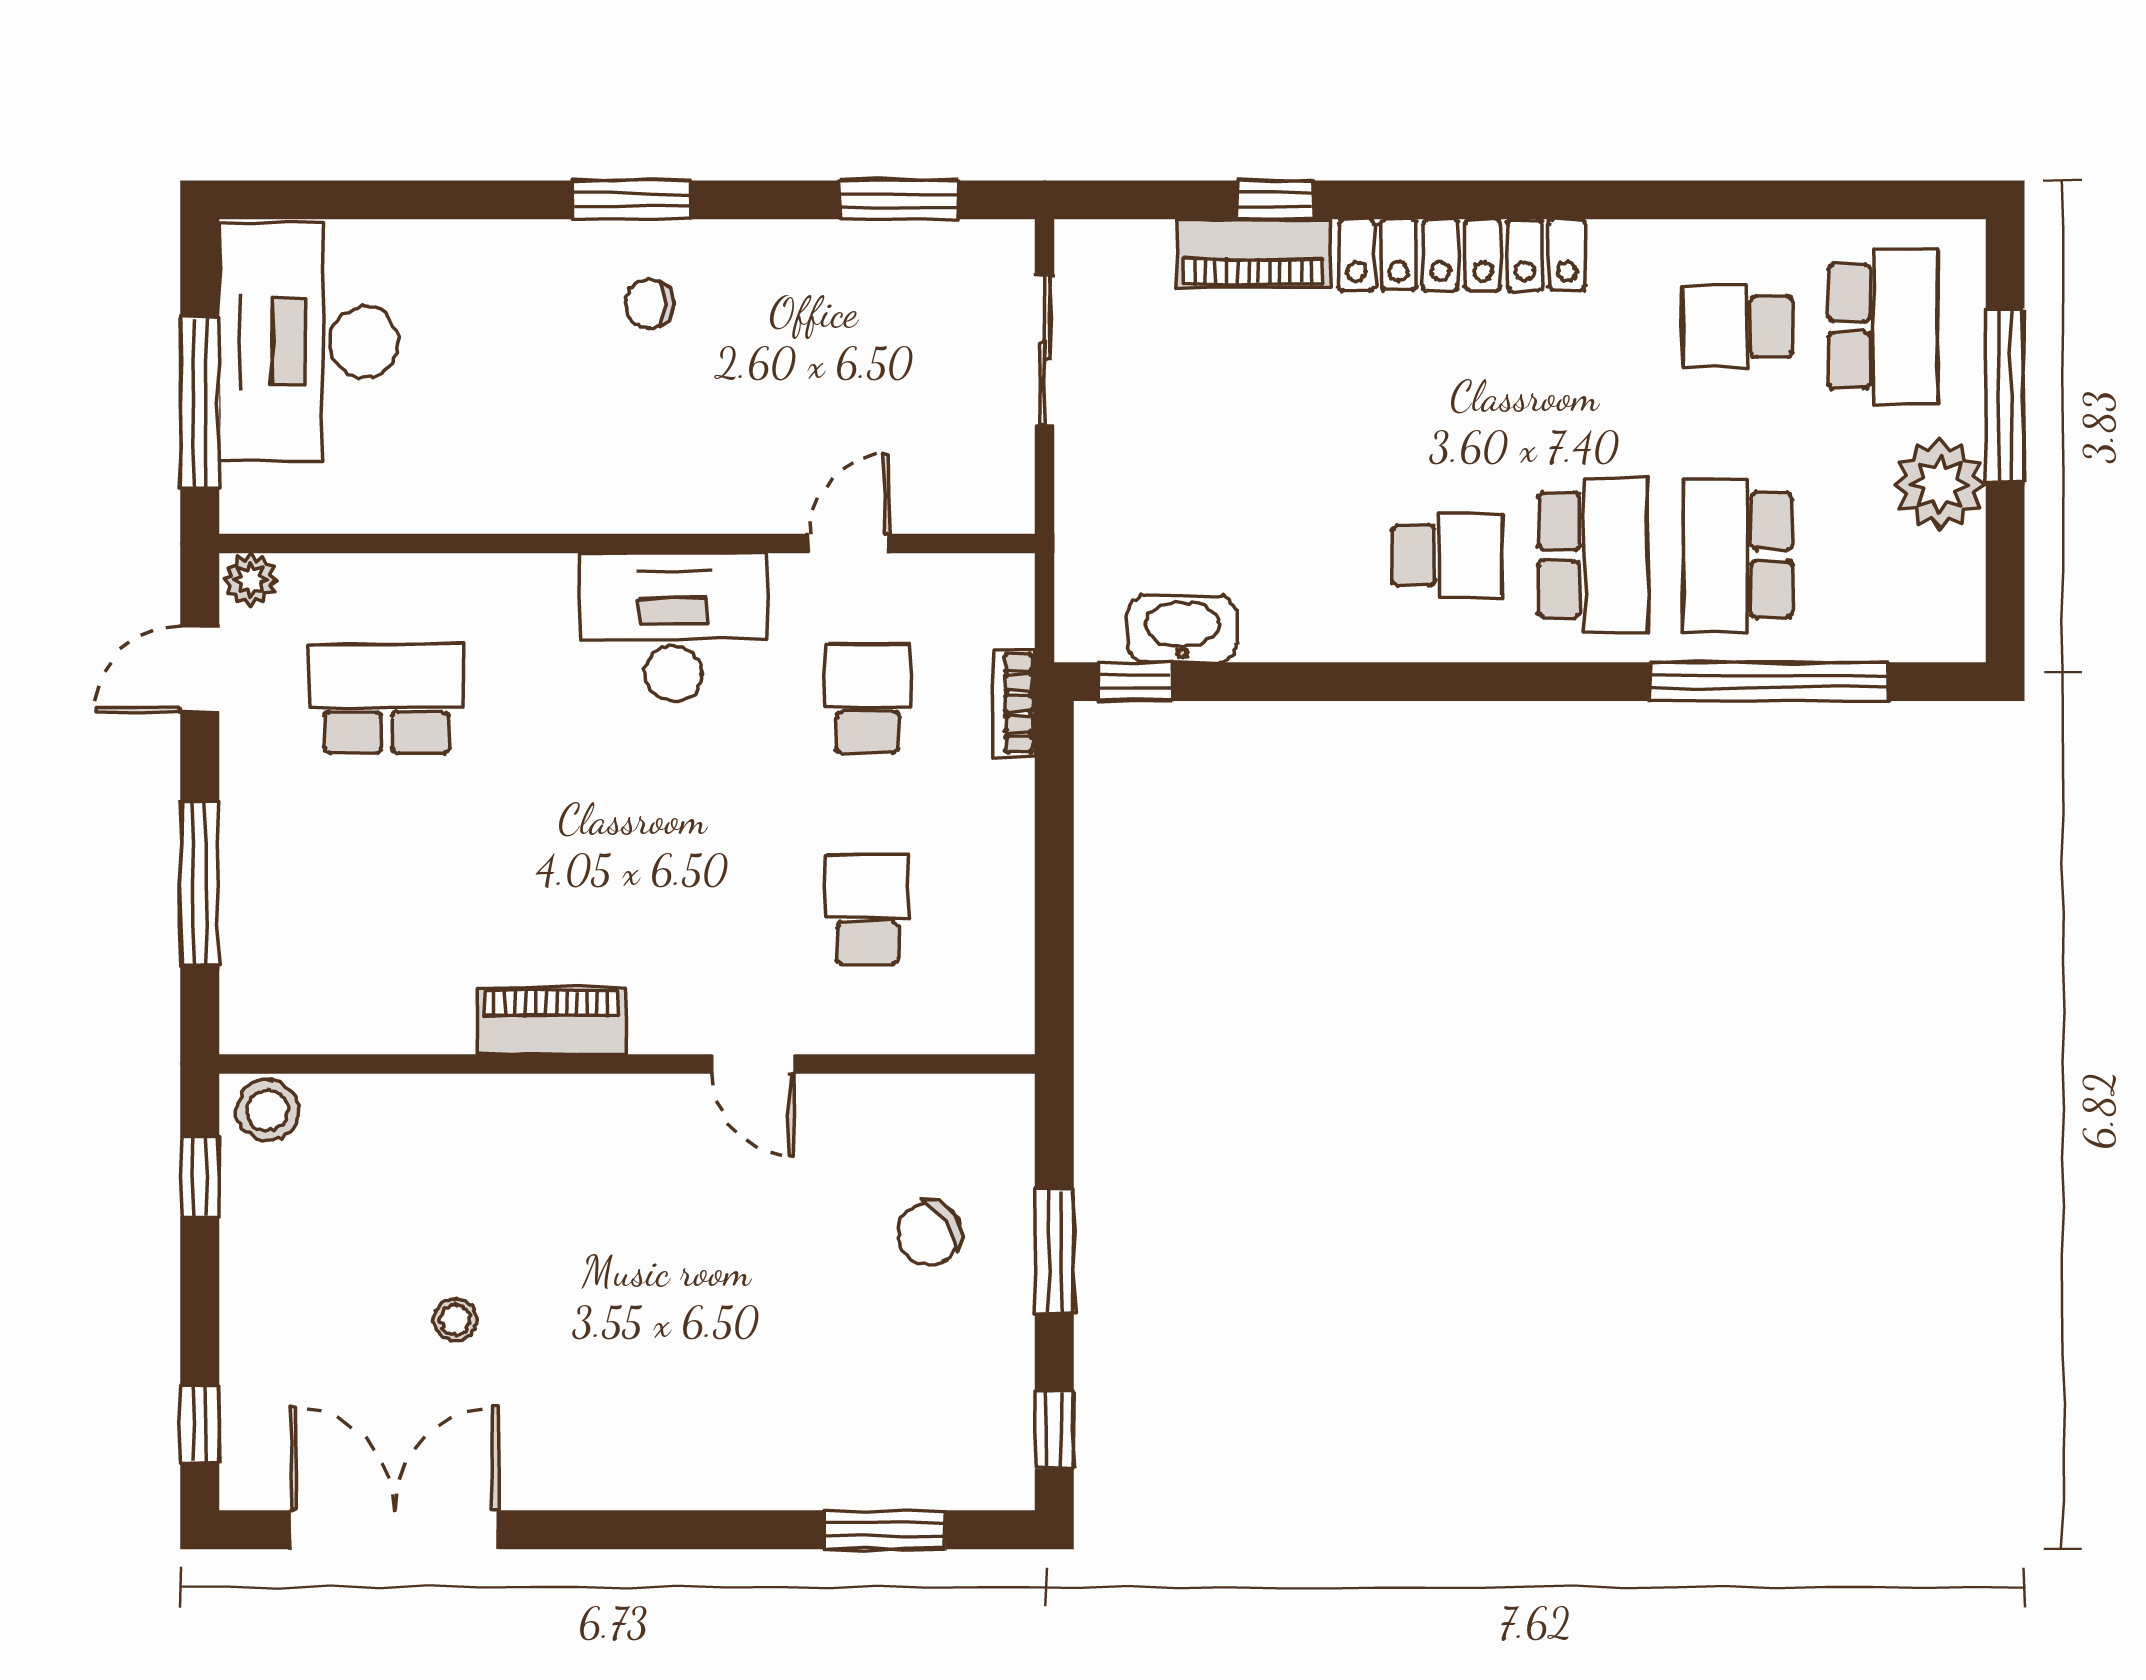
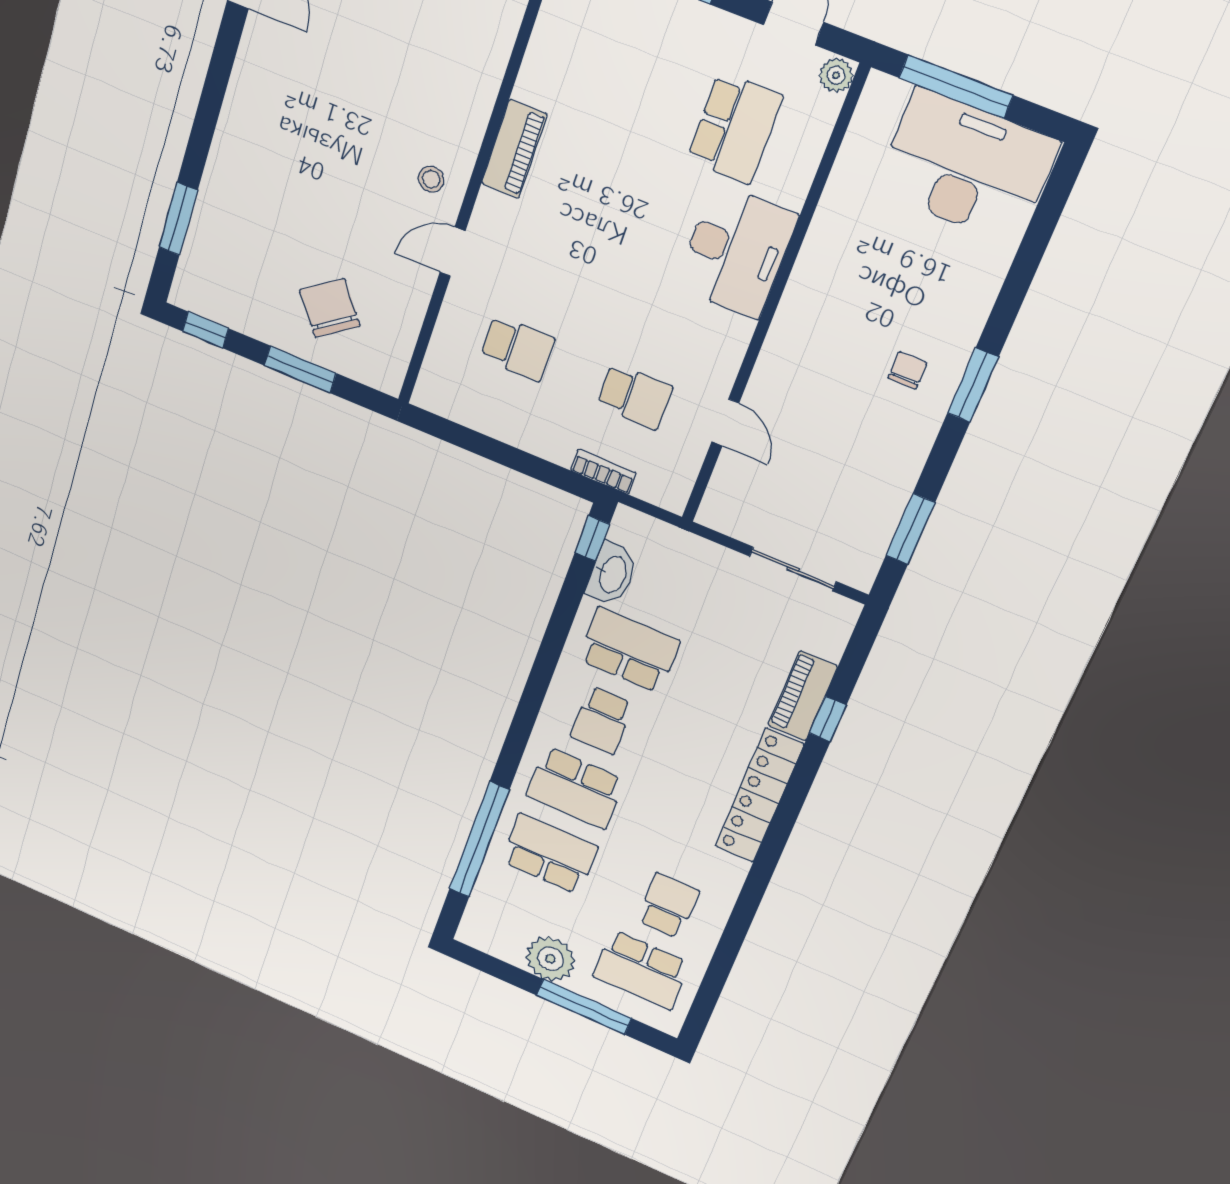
school desk: (1302, 555) -> (629, 650), added
desk: (674, 627) -> (736, 251), moved
chair: (929, 1233) -> (330, 308), width x1.37, depth x1.37
stool: (455, 1320) -> (431, 179), moved

